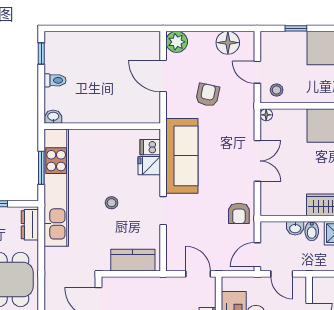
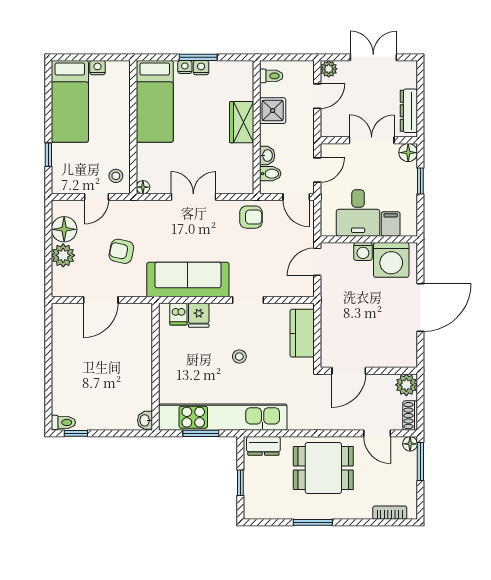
plant: (177, 42) -> (63, 255), moved
toilet: (55, 80) -> (63, 422), moved, turned 90
bidet: (312, 231) -> (270, 174), moved

